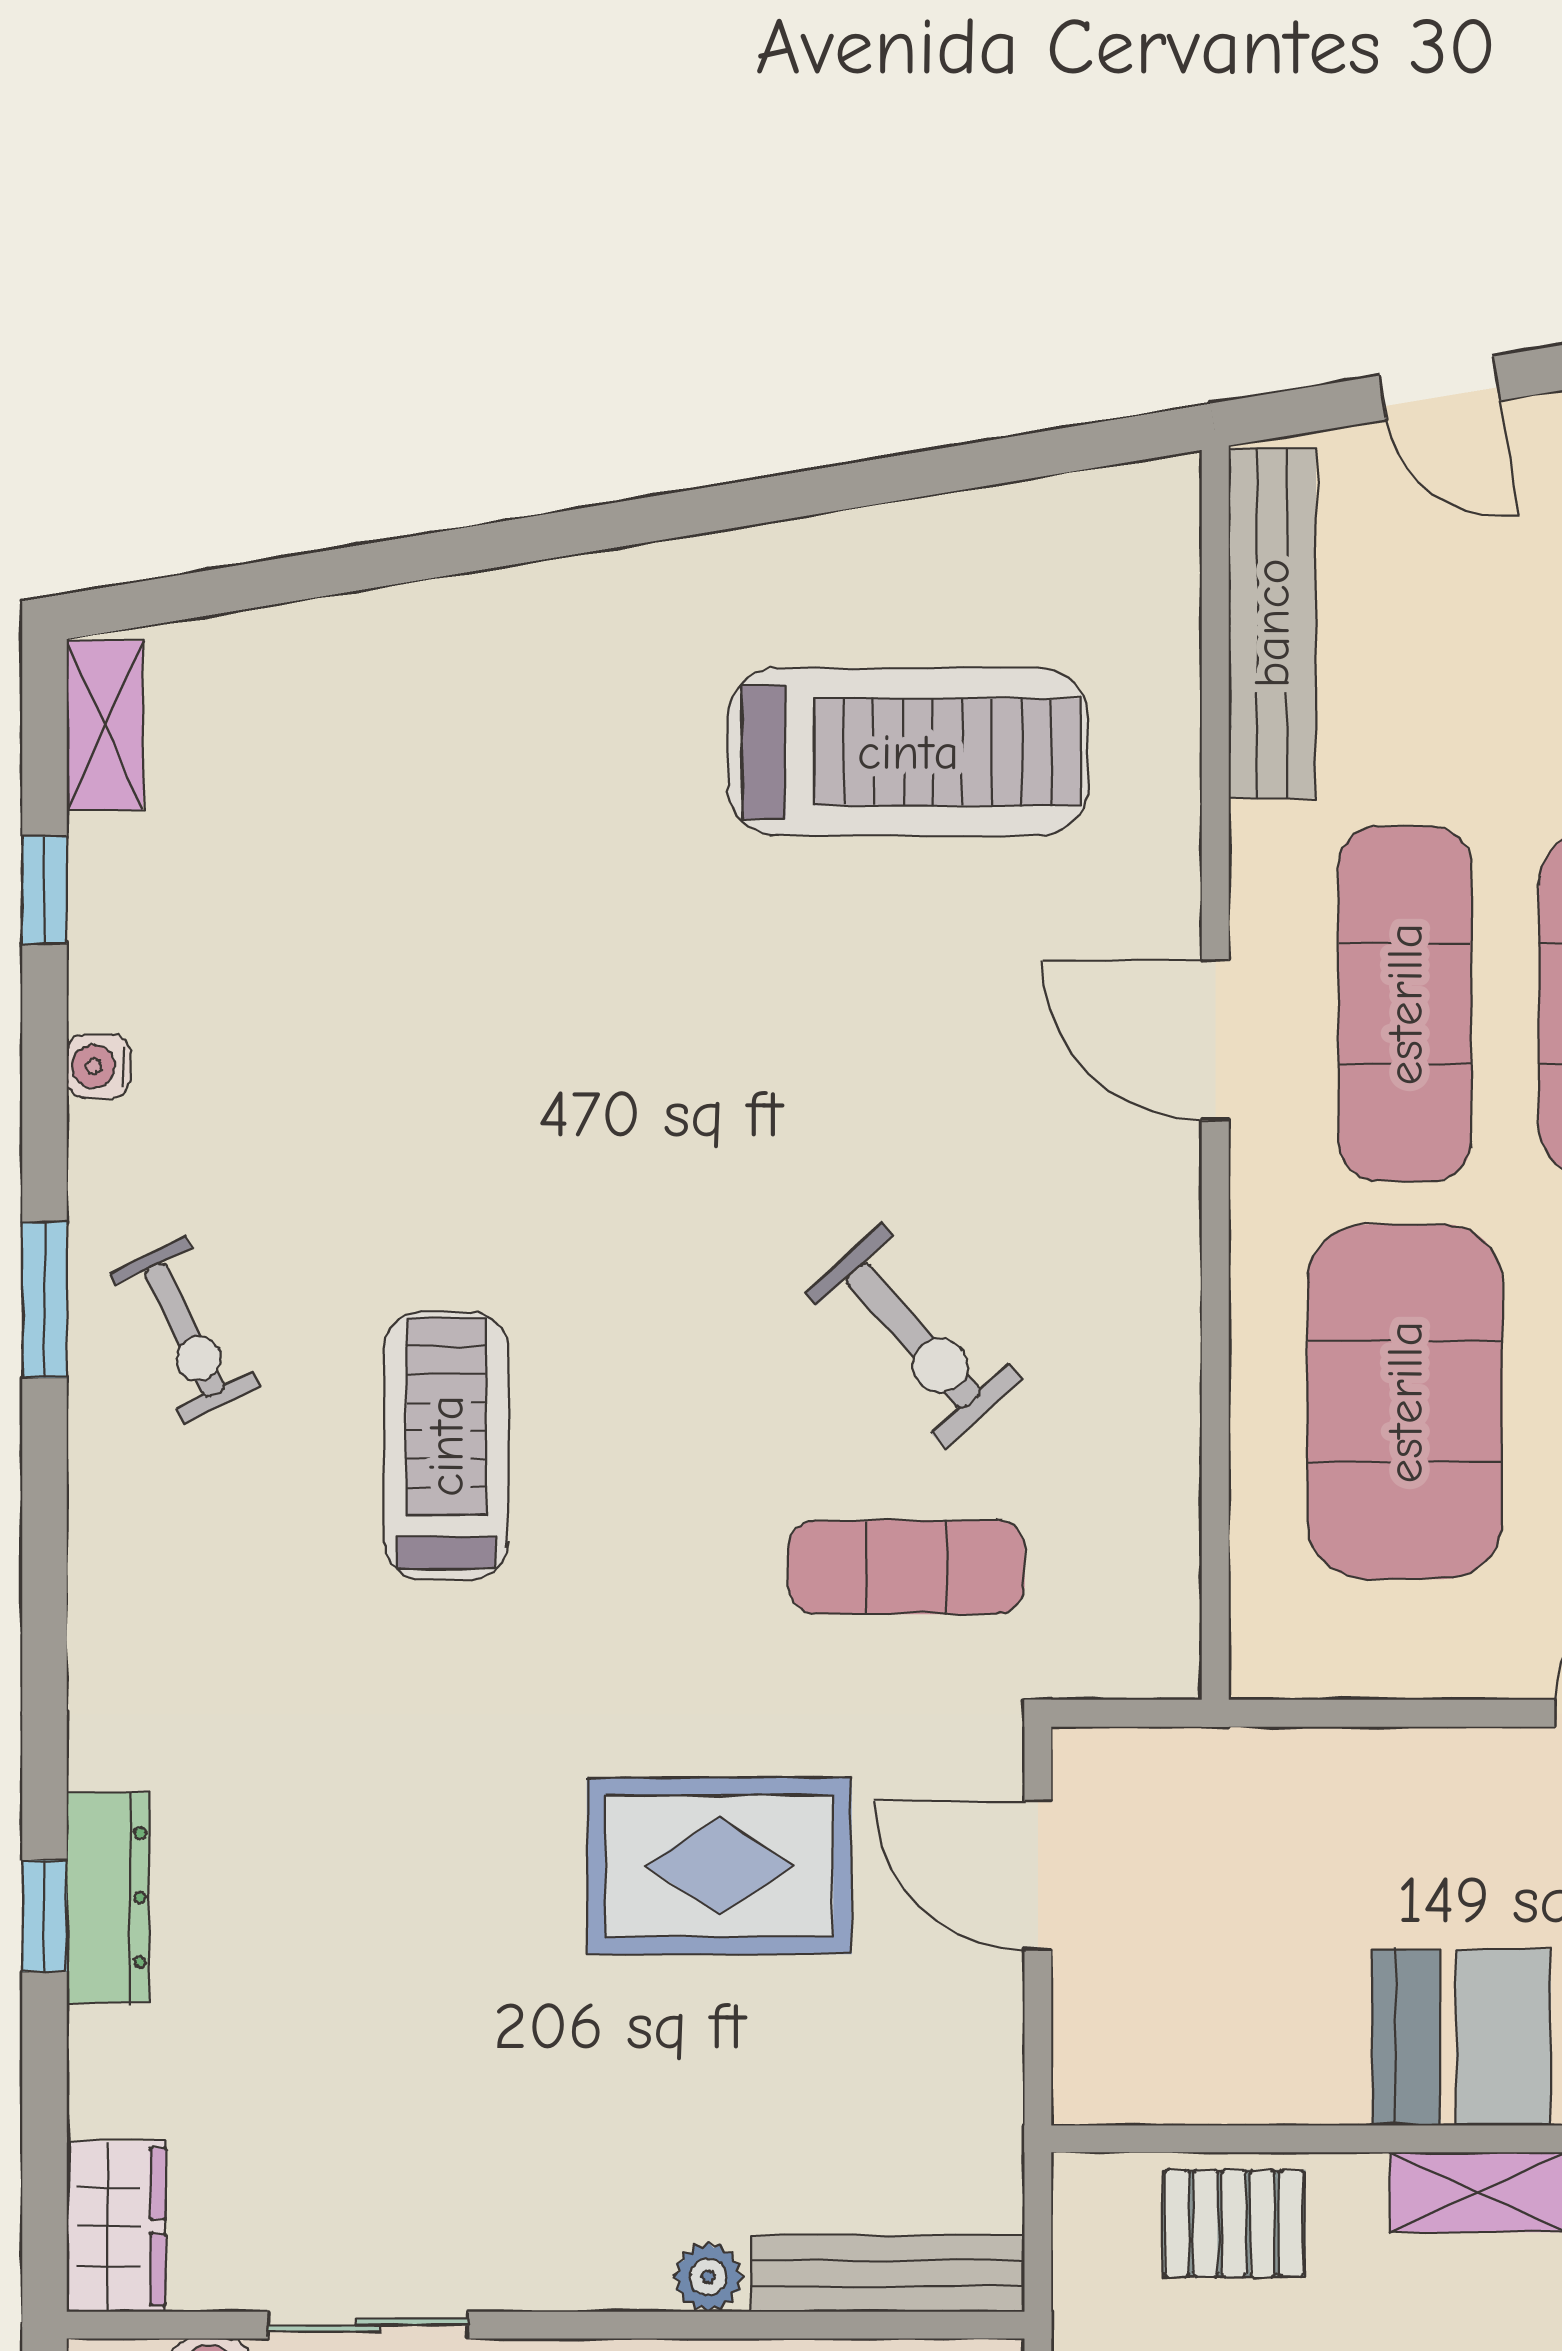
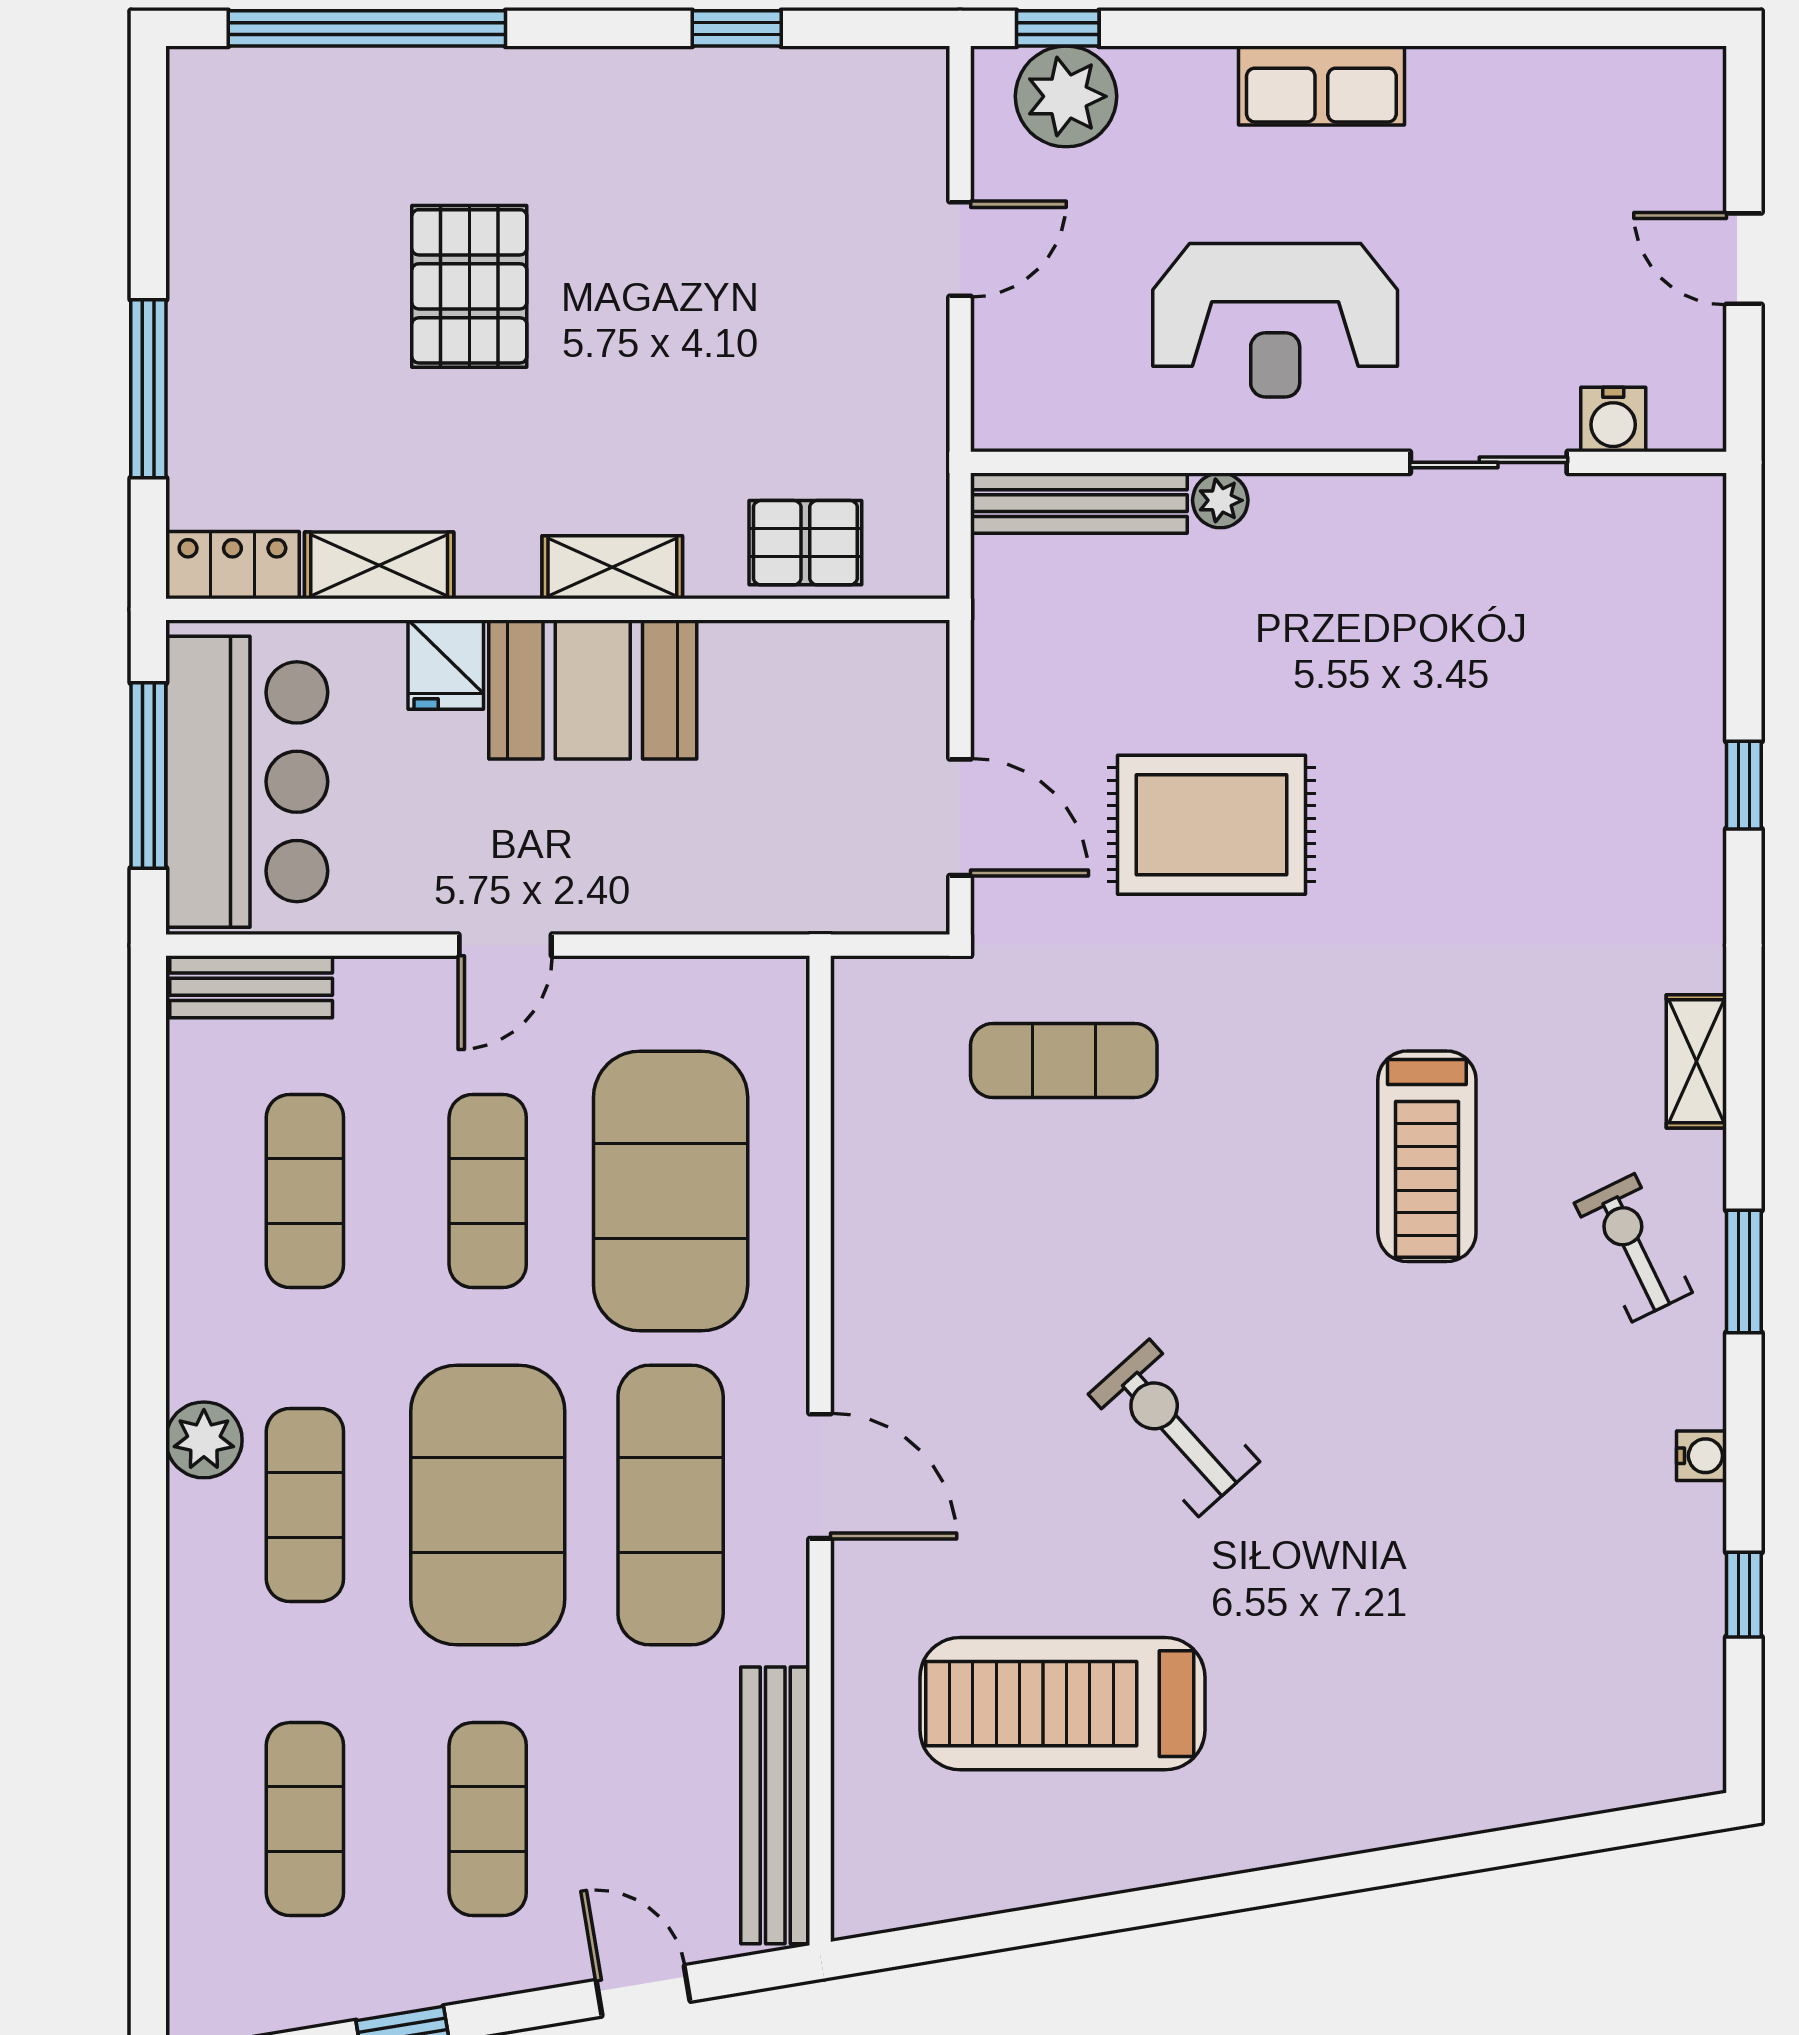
shelving: (105, 726) -> (1696, 1061), moved
exercise bike: (914, 1336) -> (1174, 1428), moved
dresser: (108, 1898) -> (1694, 800), removed
wardrobe: (116, 2226) -> (1687, 540), removed

